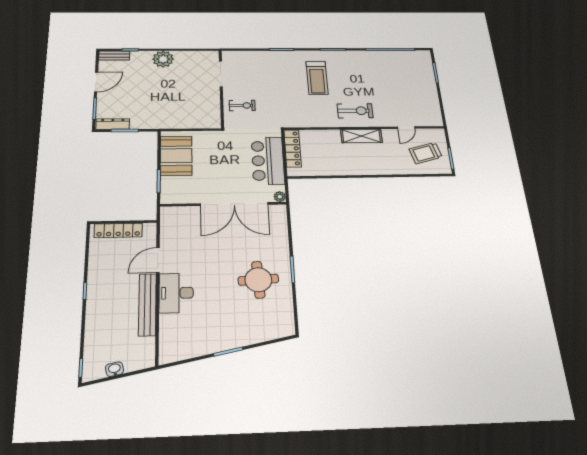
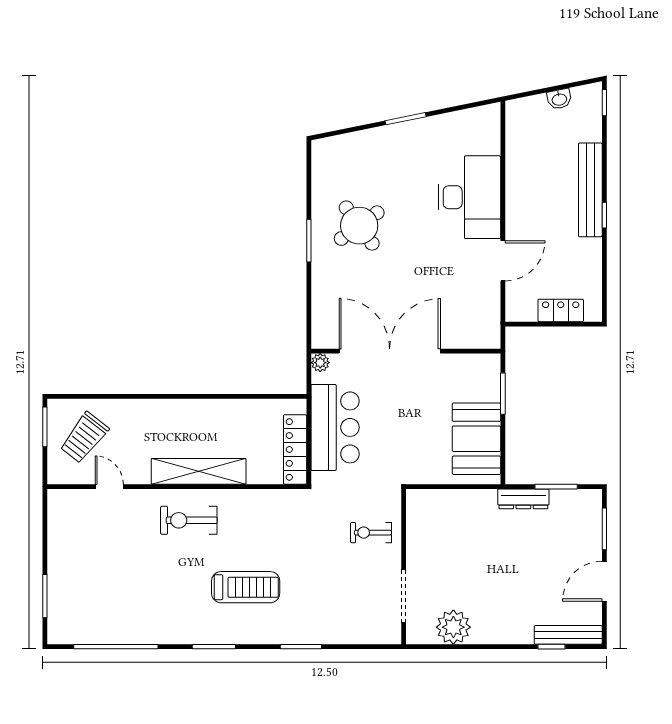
bench: (114, 56) -> (568, 635), width x1.36
plant: (163, 59) -> (453, 627), moved
treadmill: (317, 78) -> (246, 587), turned 90
dresser: (113, 124) -> (523, 499), moved
door: (406, 128) -> (109, 487), hinge flipped
shelving: (361, 136) -> (199, 471), width x1.47
trolley: (426, 153) -> (84, 438), turned 143
locker: (118, 230) -> (561, 310), width x0.66
round table: (258, 280) -> (359, 226), turned -33
desk: (176, 293) -> (469, 197), width x1.36, depth x1.30
bench: (147, 304) -> (590, 190), moved

